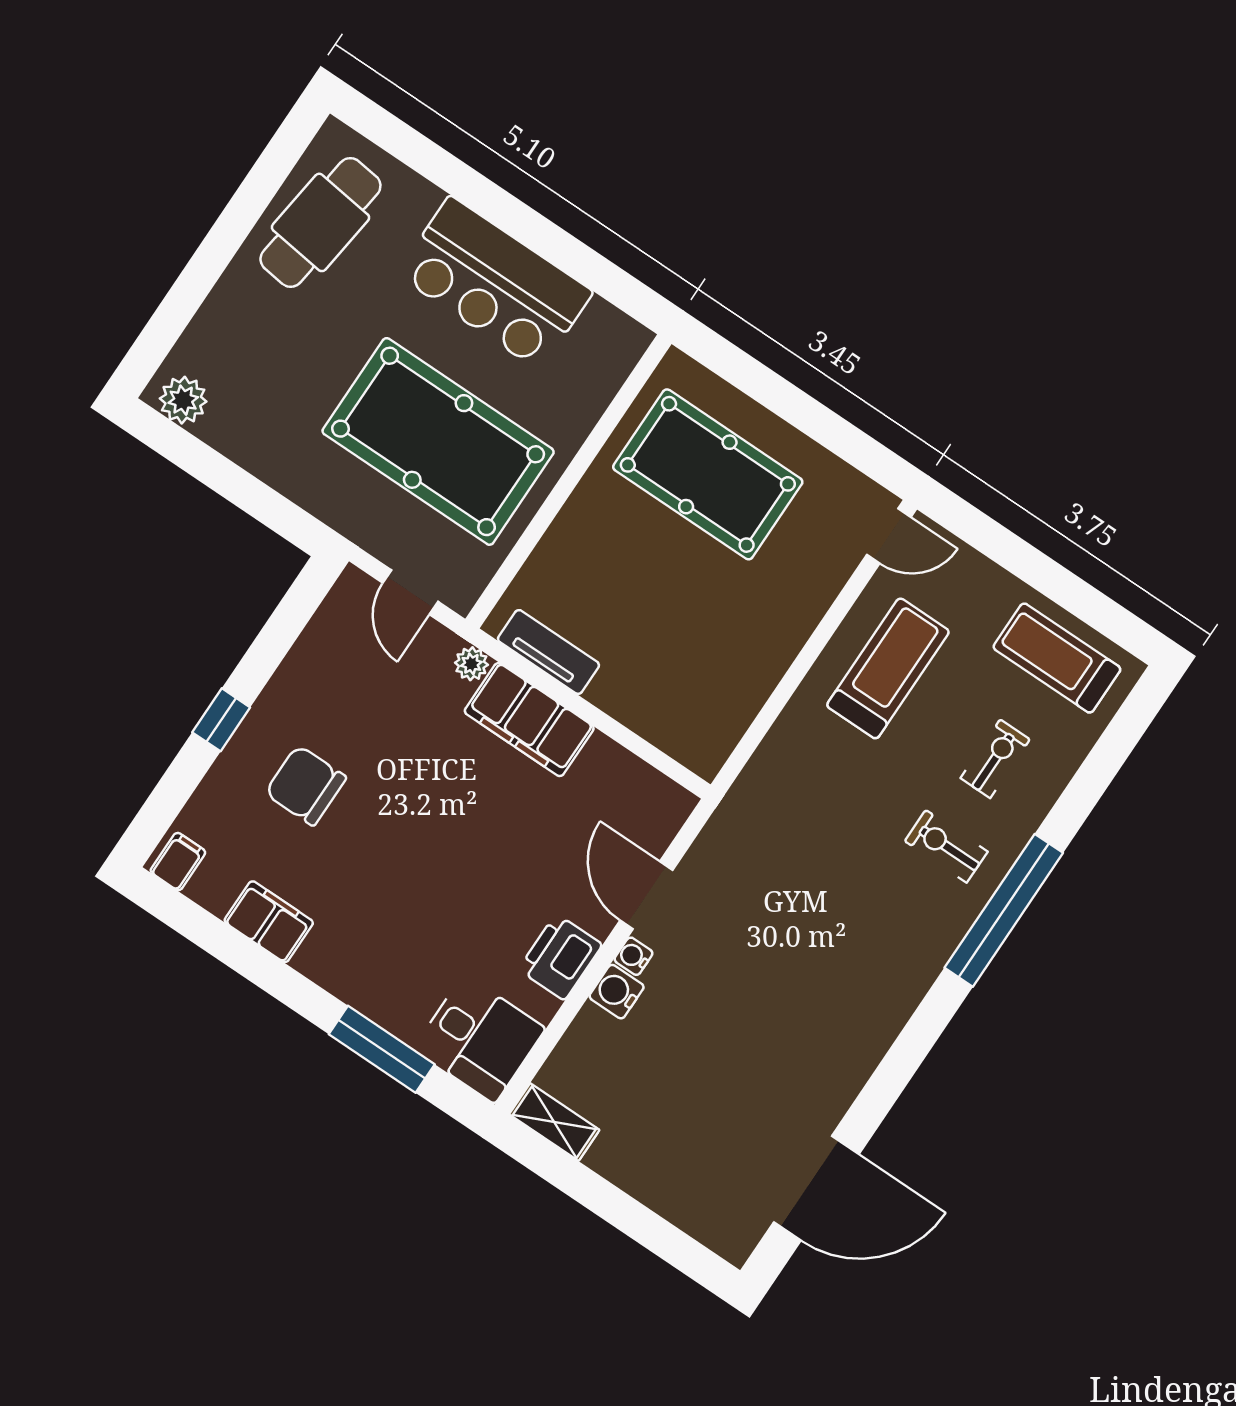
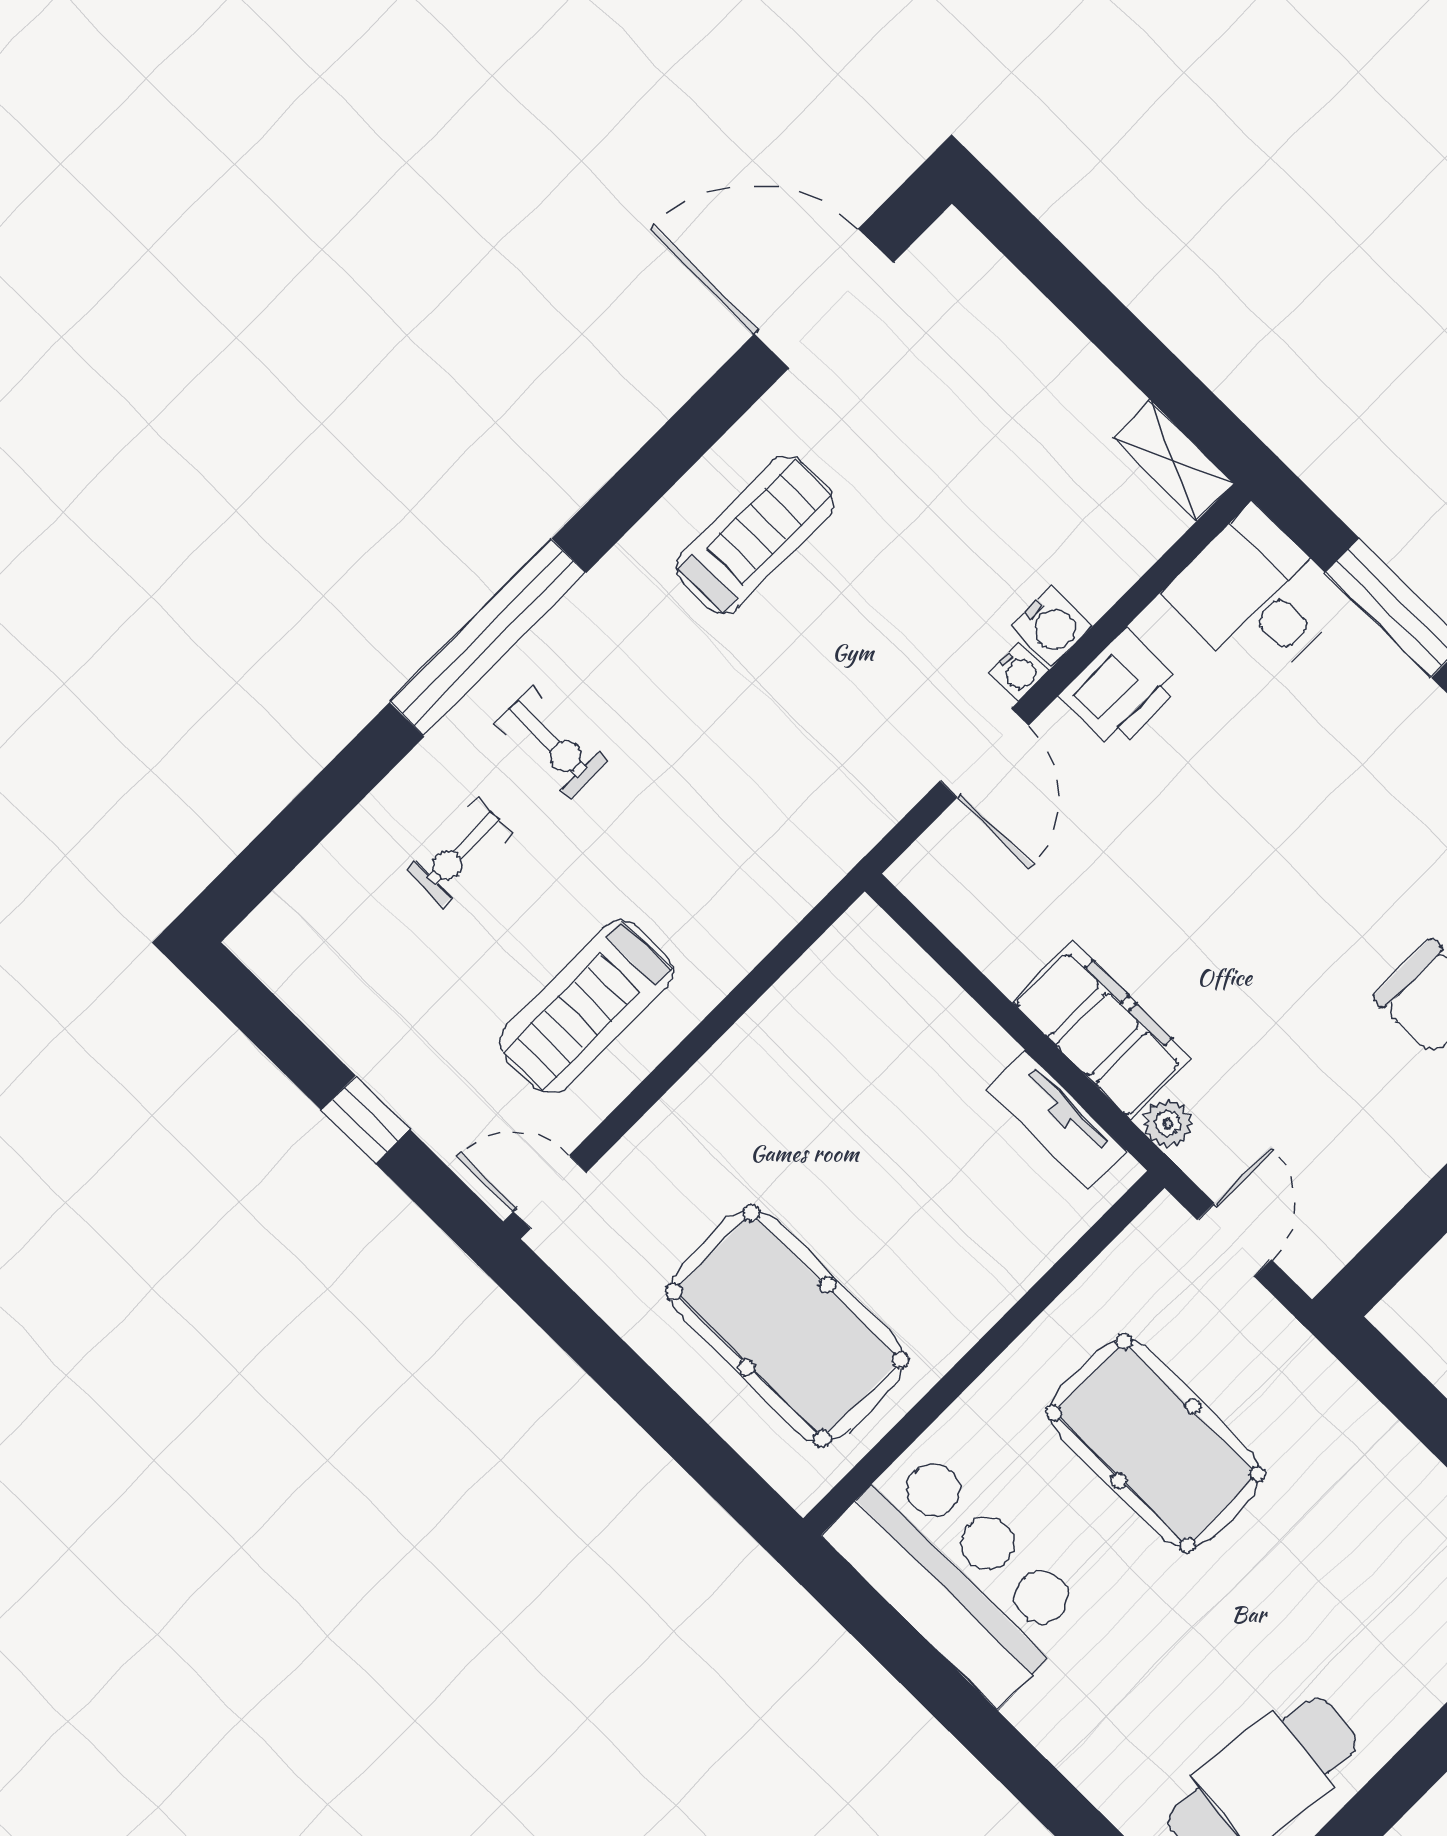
bar counter: (495, 283) -> (957, 1574), moved
pool table: (438, 441) -> (1156, 1443), width x0.73, depth x0.76
window: (1025, 562) -> (366, 1120), added
treadmill: (1057, 658) -> (755, 535), moved, turned -90

